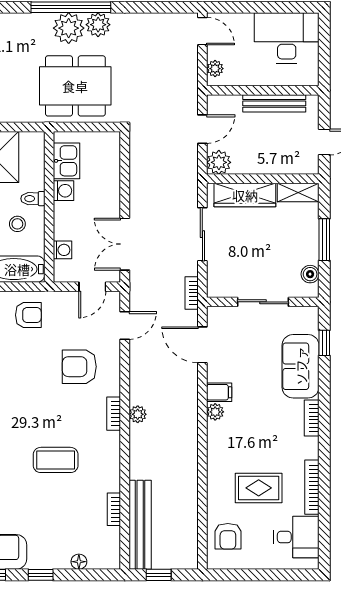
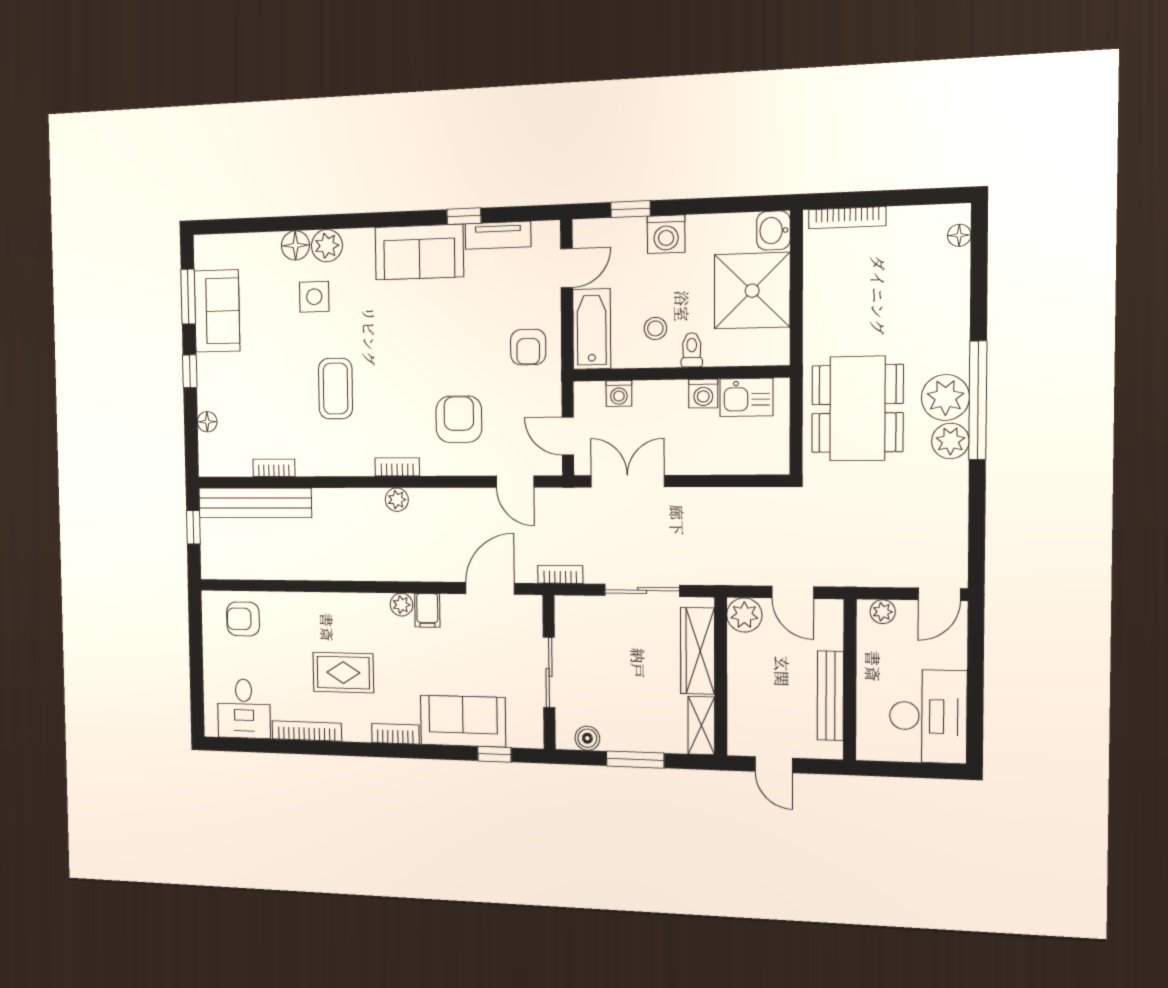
rug: (259, 488) -> (343, 673), moved, turned 90

